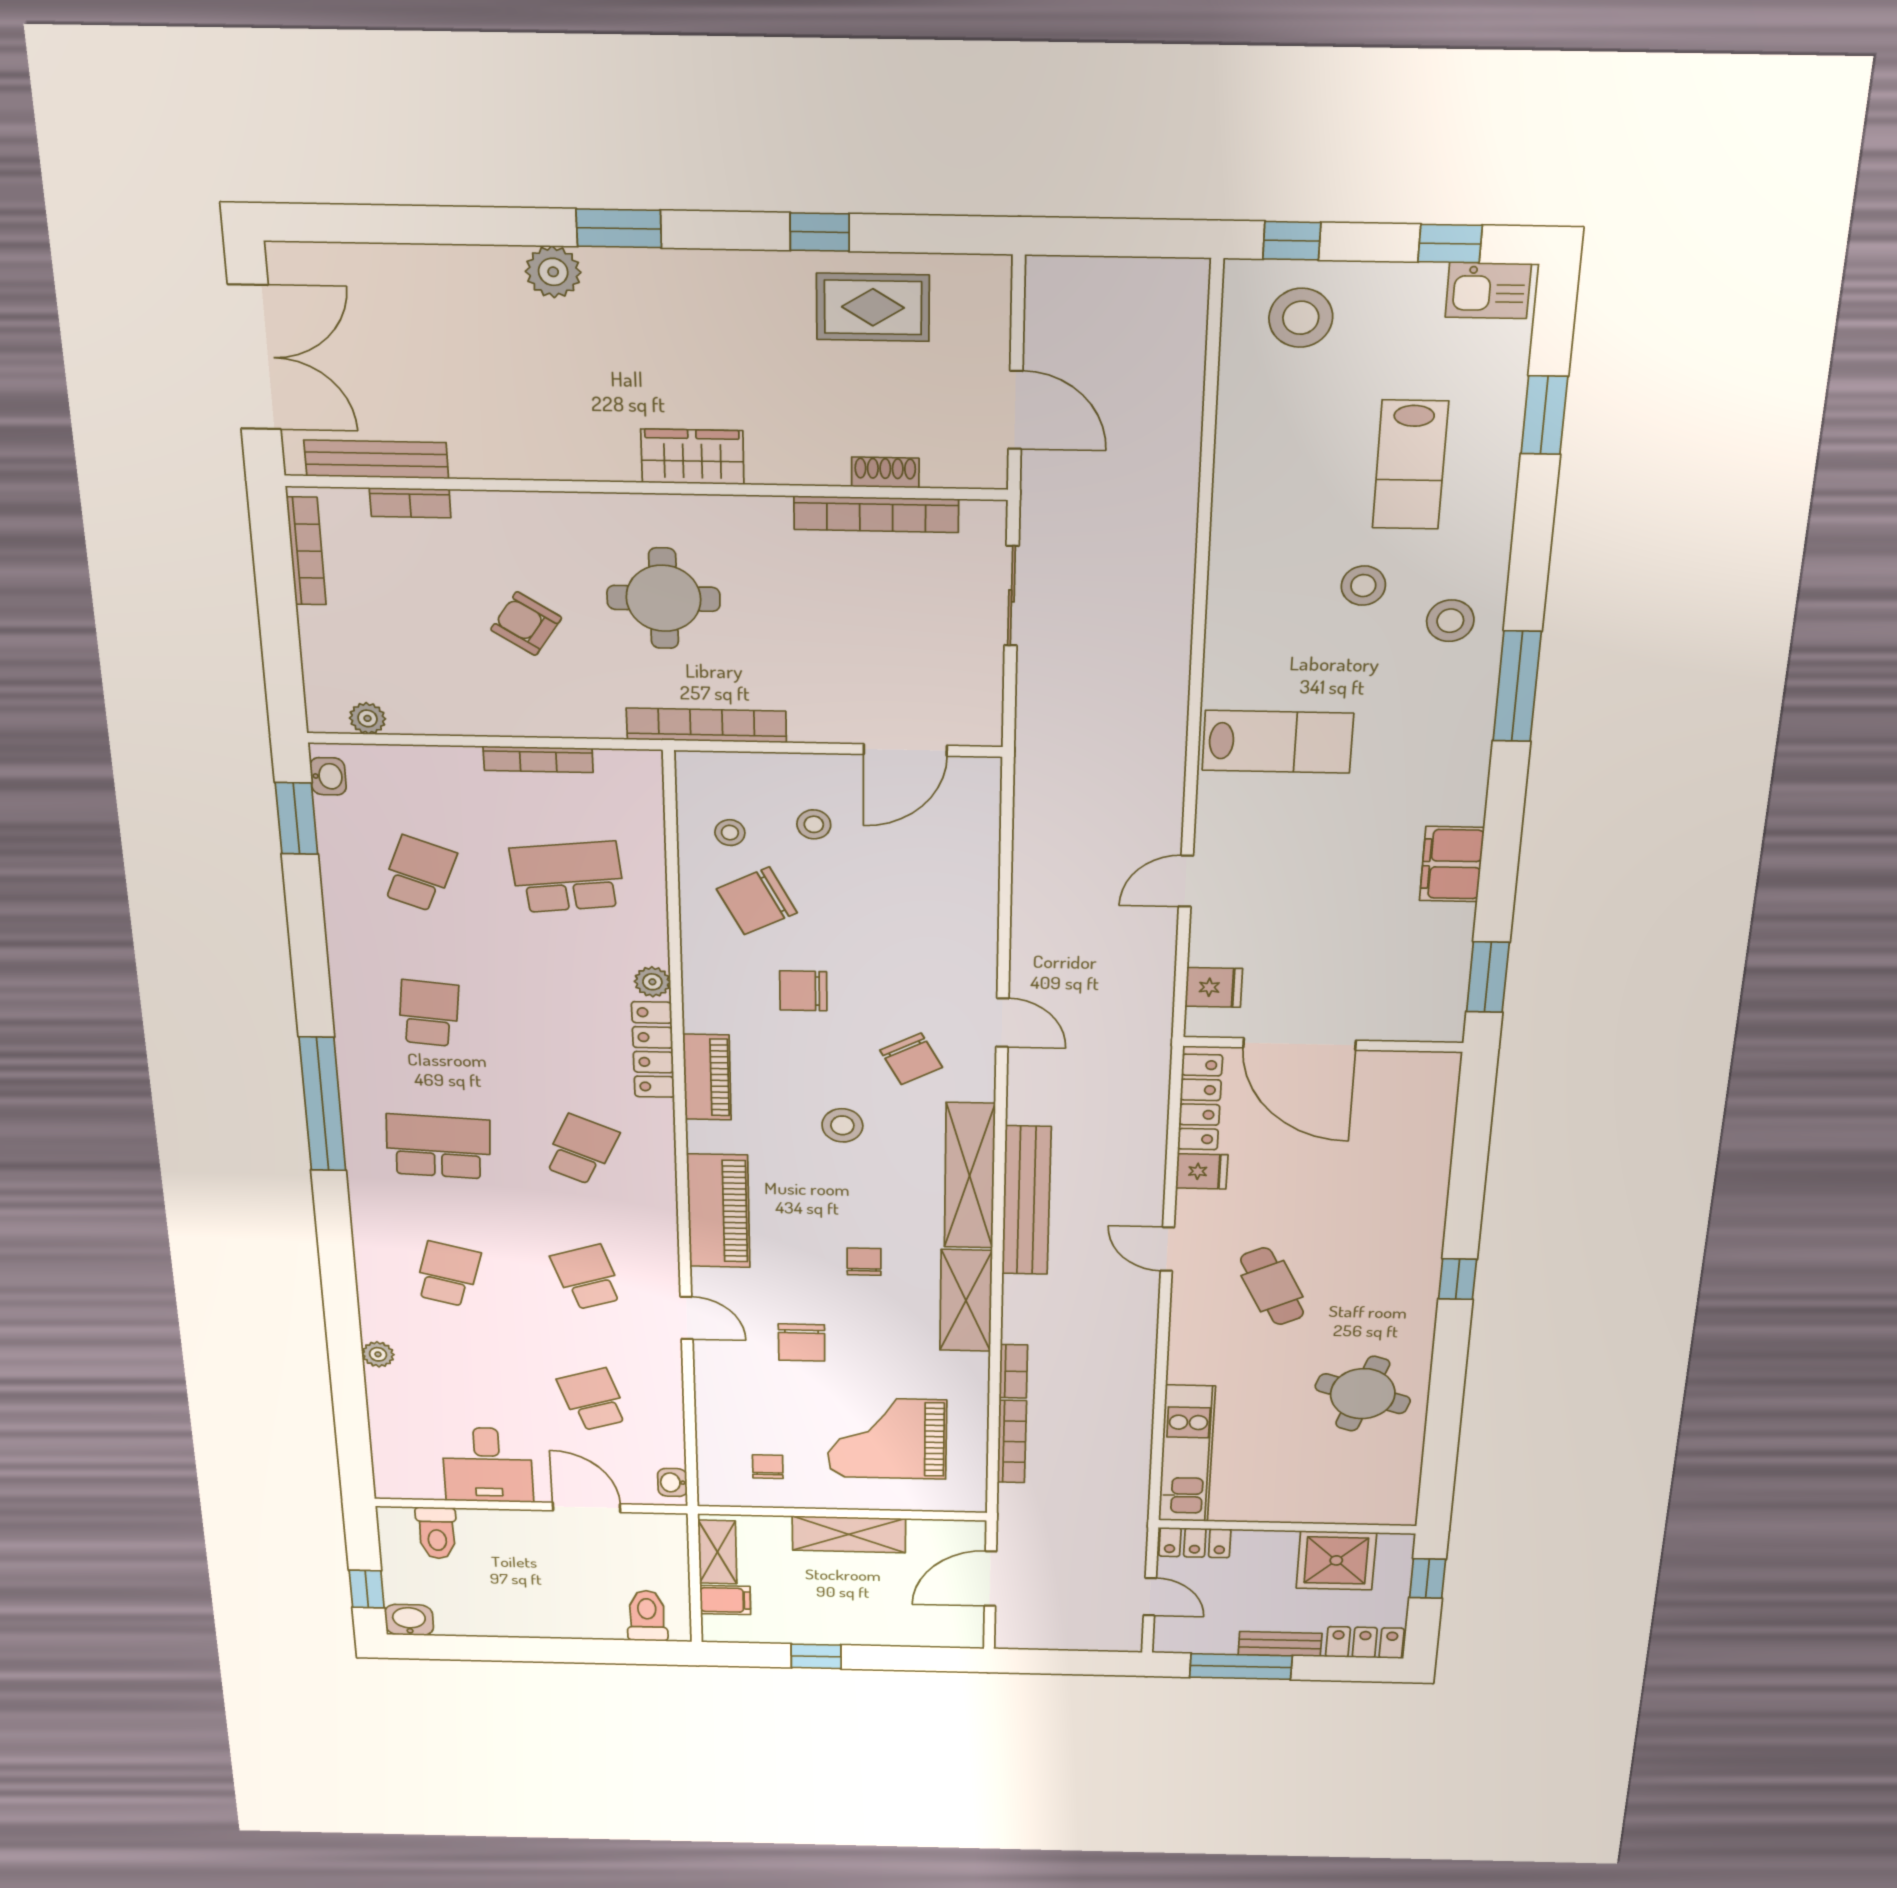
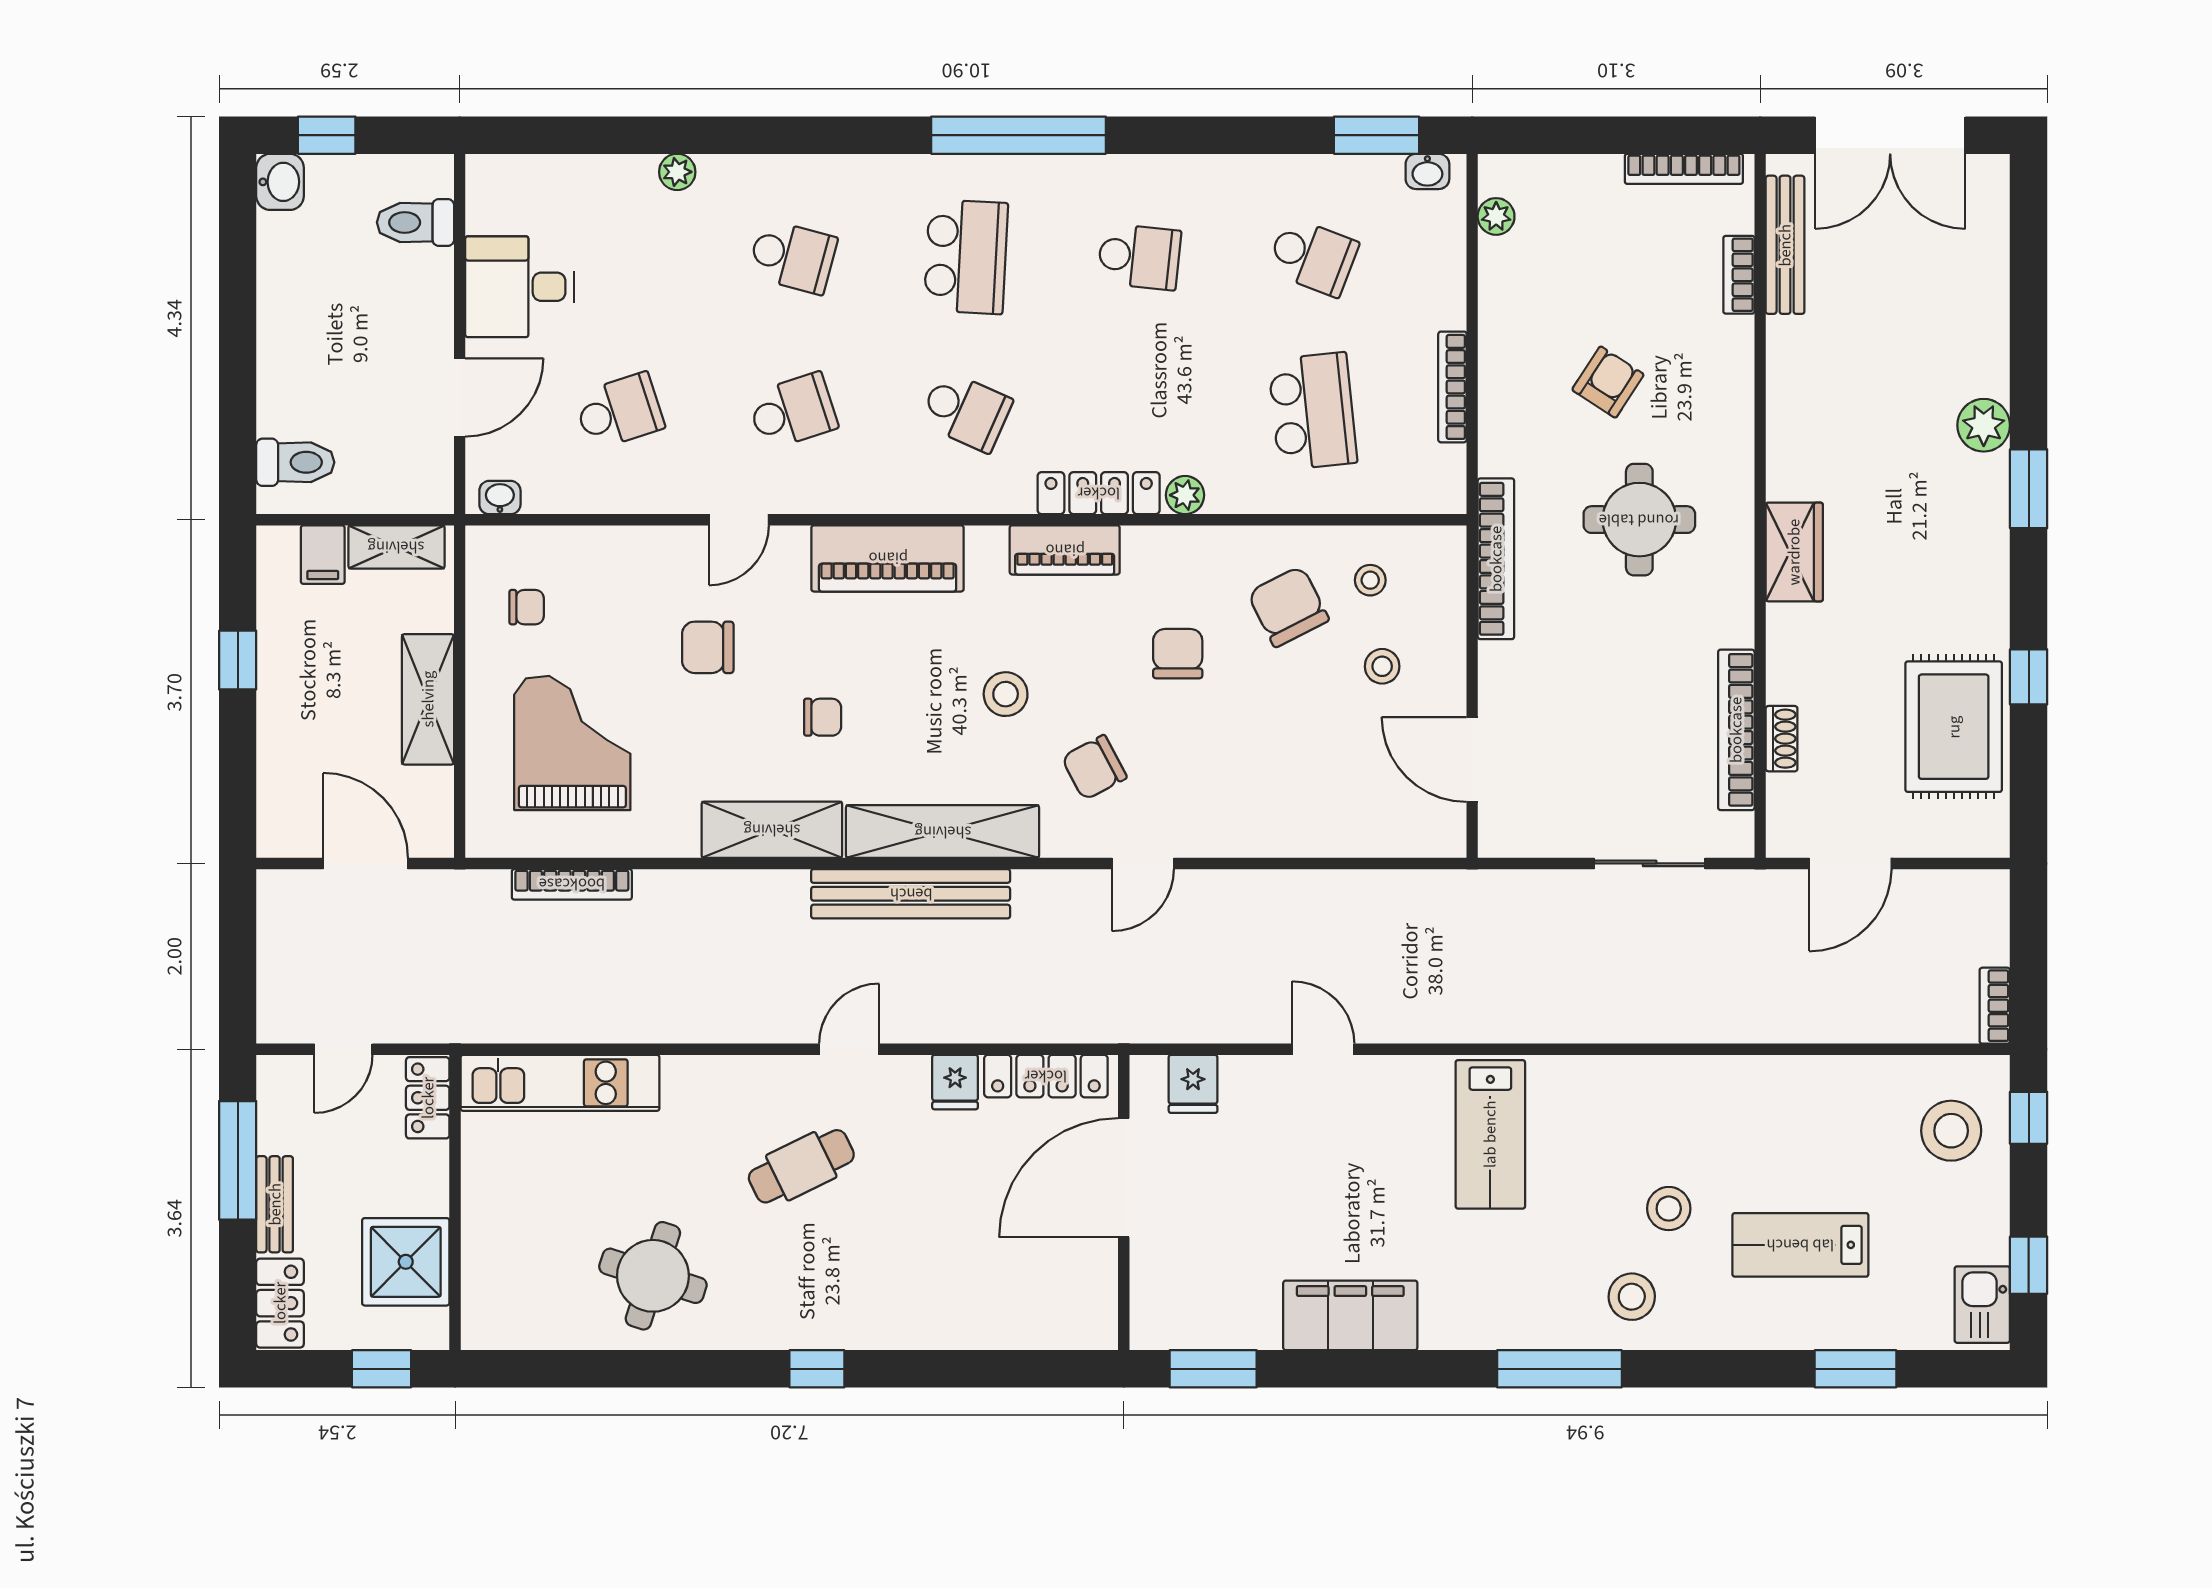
rug: (873, 307) -> (1954, 727), width x1.36, depth x1.43
filing cabinet: (1452, 864) -> (1350, 1315), width x1.50, depth x1.17
bookcase: (1013, 1371) -> (1995, 1006), moved, turned 90

